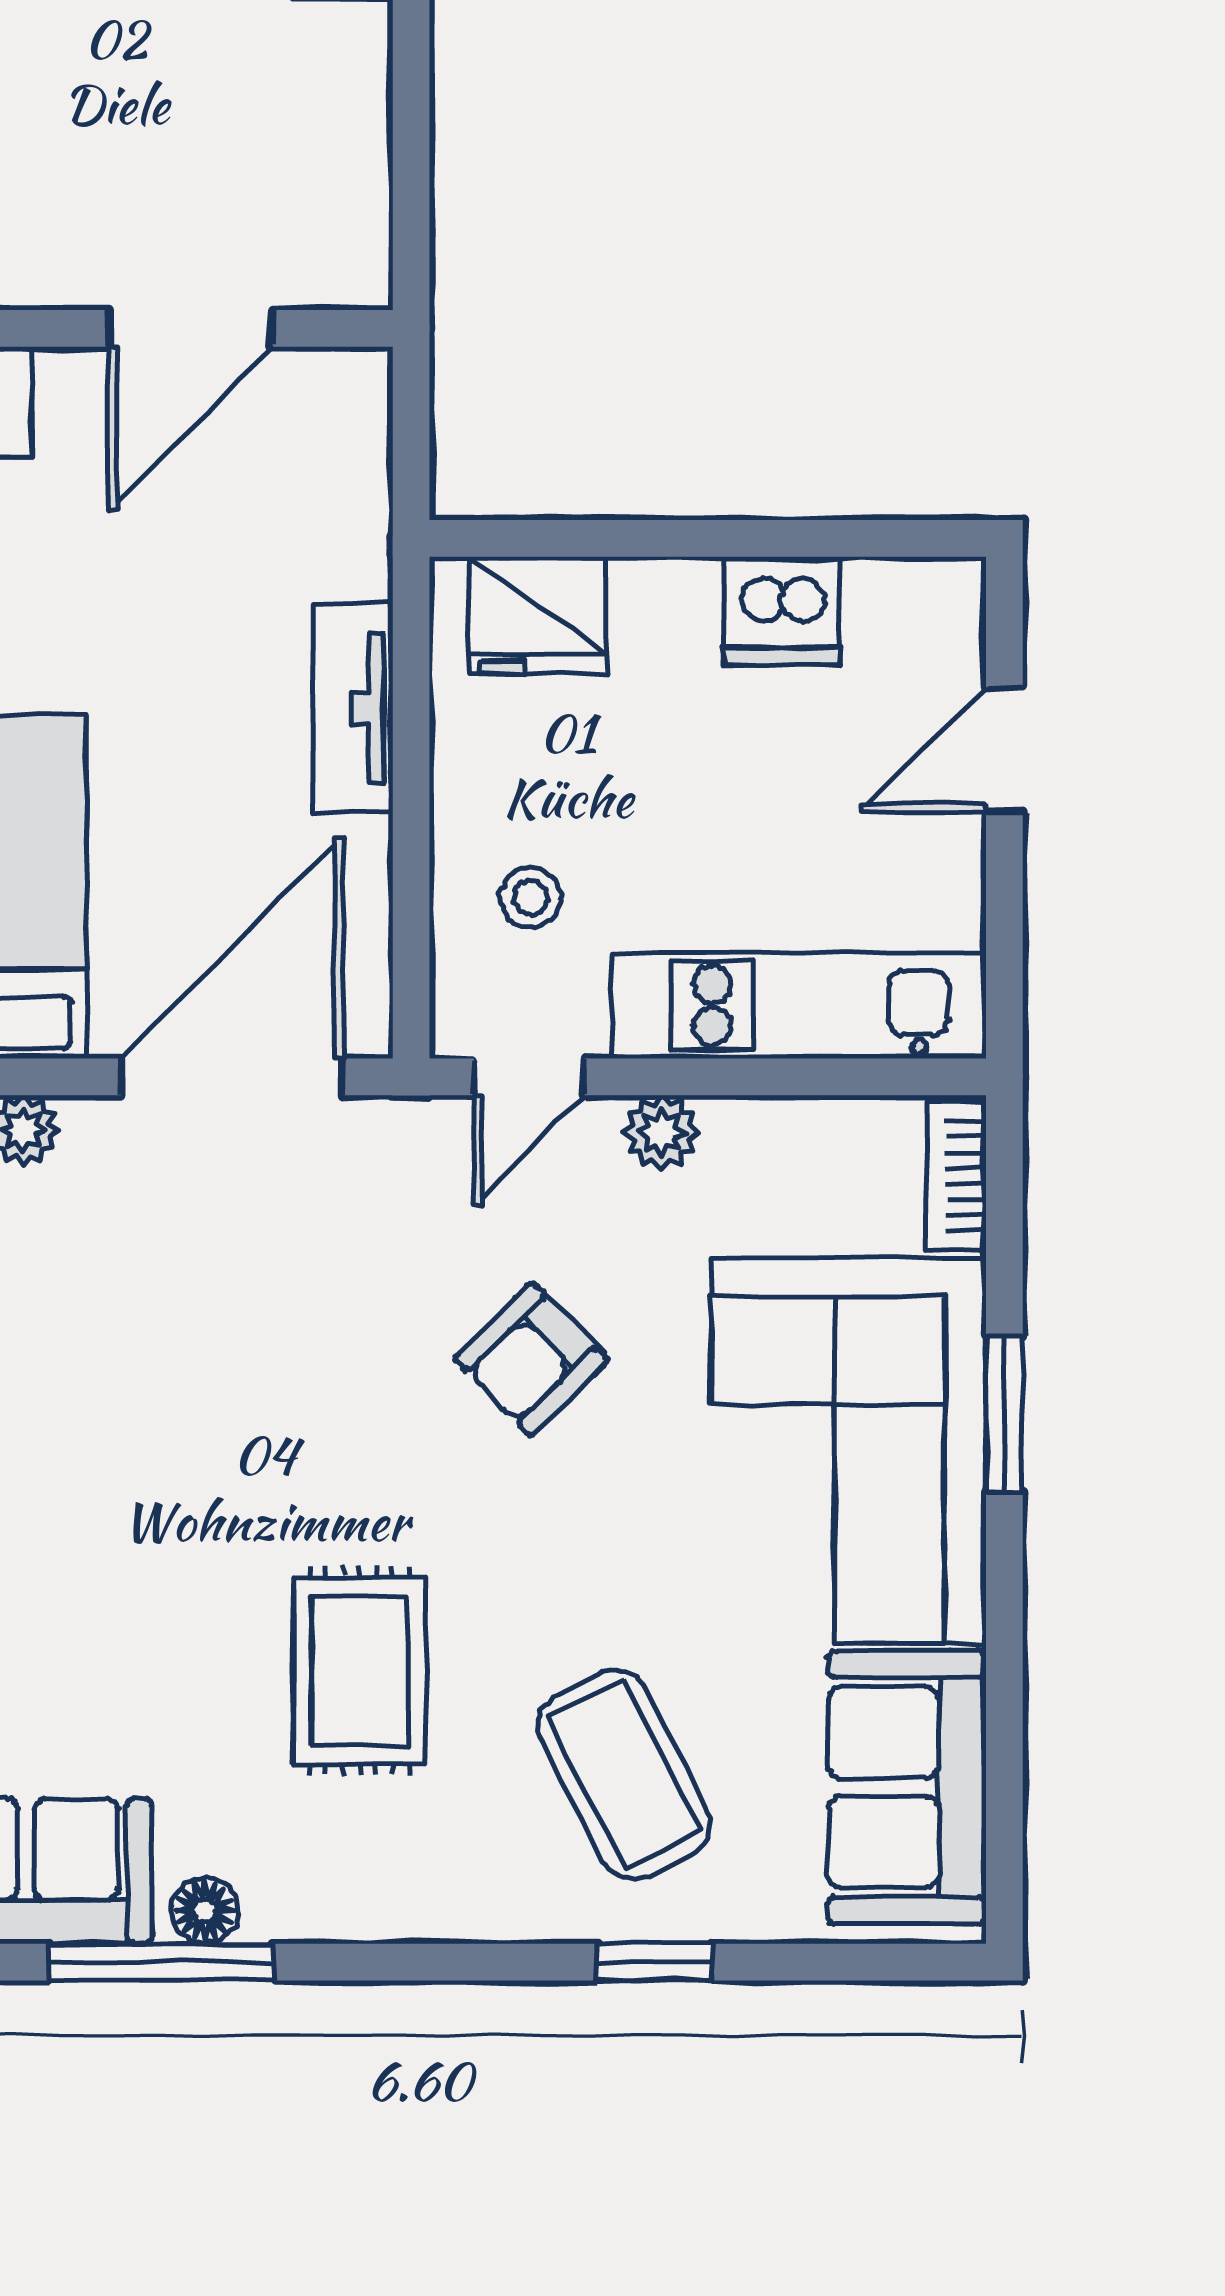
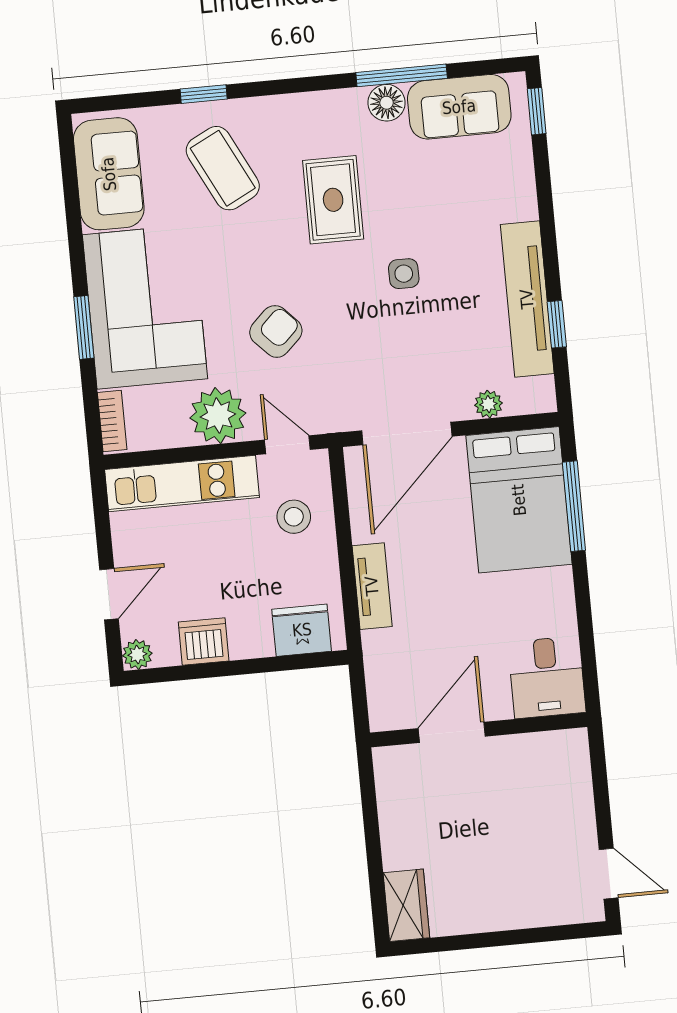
plant: (949, 594) -> (137, 654), added
stool: (530, 898) -> (294, 517), width x1.37, depth x1.37
door: (529, 1077) -> (287, 445), hinge flipped
plant: (661, 1132) -> (218, 416), width x1.87, depth x1.87
side table: (202, 1472) -> (404, 274), added
floor lamp: (205, 1910) -> (386, 103), width x1.37, depth x1.37

